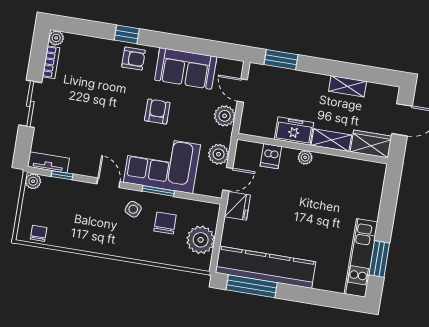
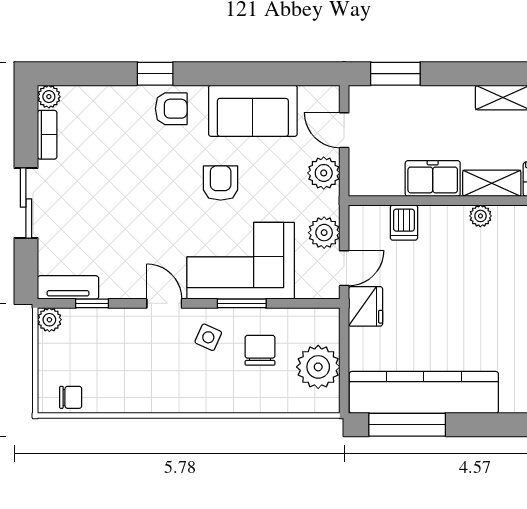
plant: (305, 157) -> (480, 216), moved
chair: (39, 233) -> (71, 397), turned 90

